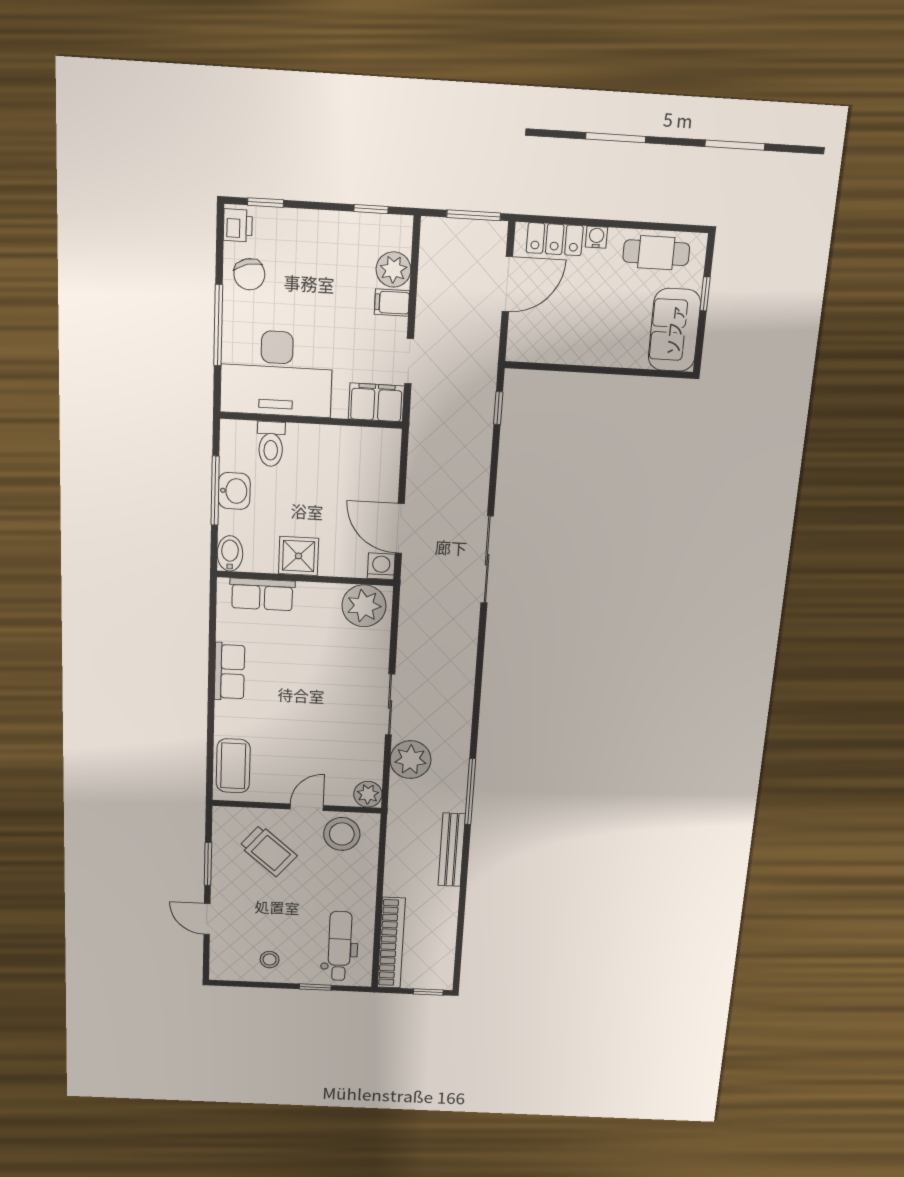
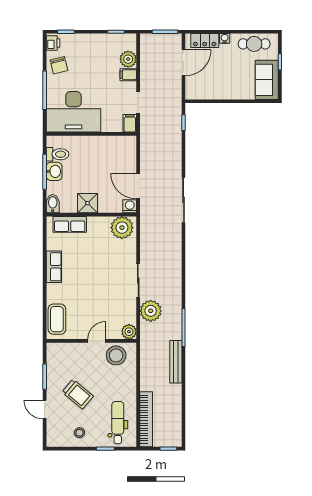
filing cabinet: (376, 402) -> (130, 123), width x0.50
toilet: (271, 444) -> (57, 154), moved, turned -90
trolley: (268, 851) -> (78, 394), moved

